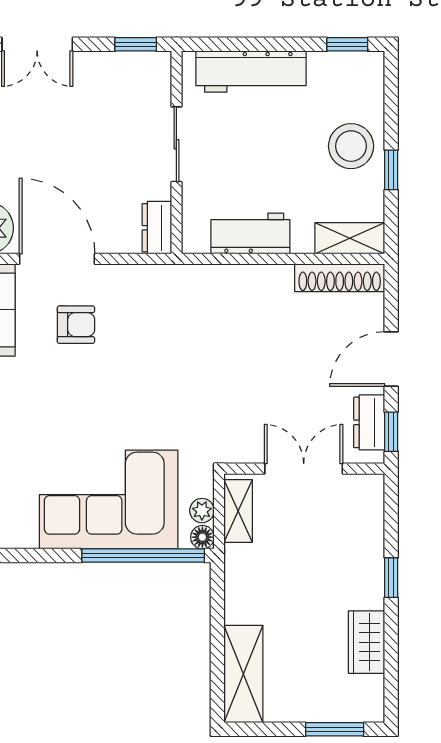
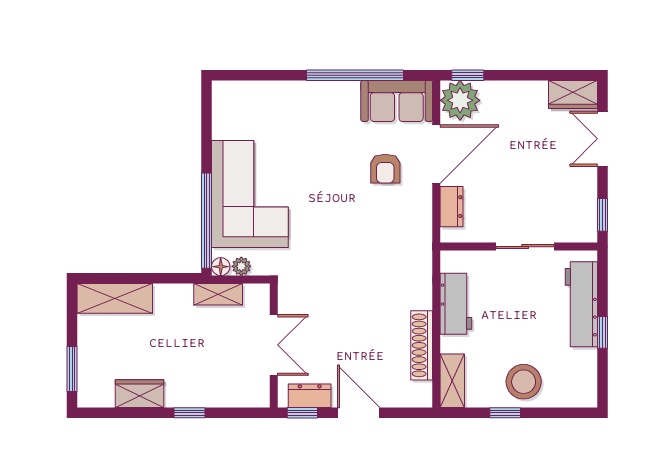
window: (347, 44) -> (603, 332), moved
dresser: (157, 228) -> (452, 207), moved, turned 90
shoe rack: (340, 278) -> (422, 345), moved
shelving: (238, 511) -> (218, 294), moved

